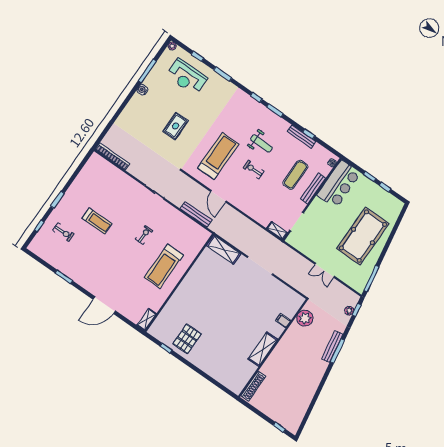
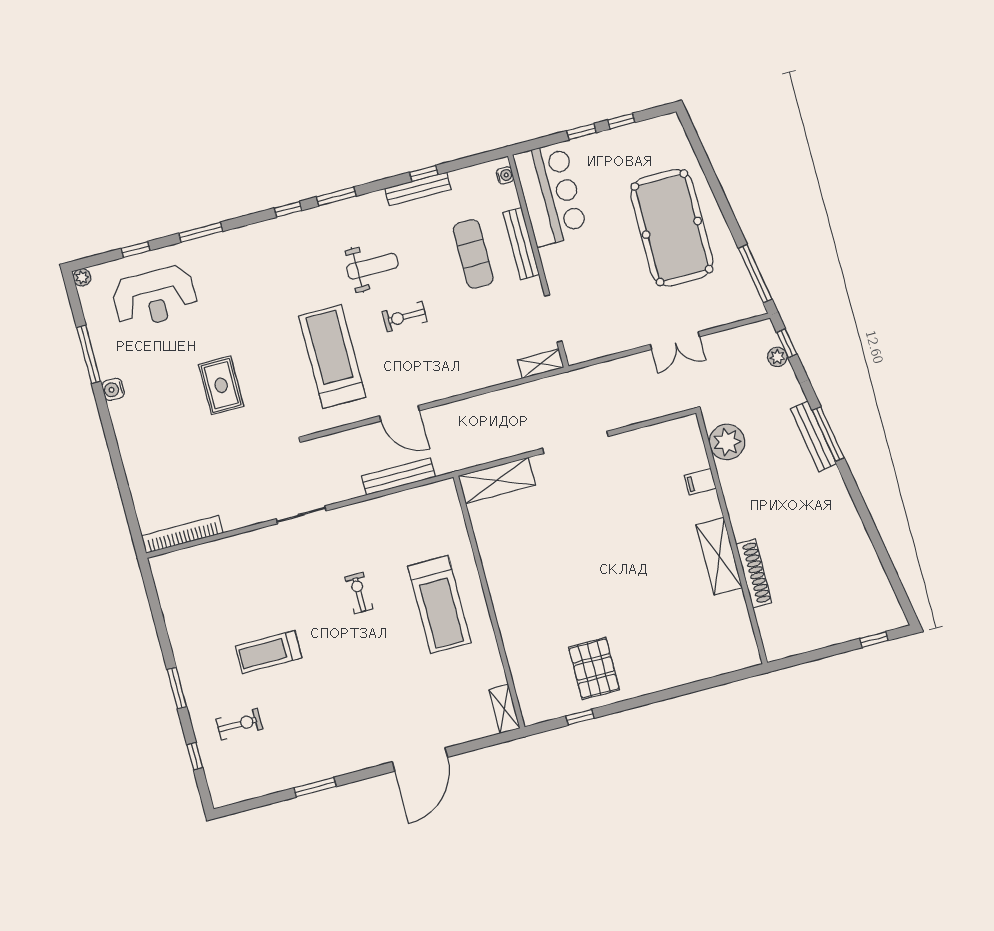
treadmill: (97, 221) -> (269, 652), turned 180
shoe rack: (253, 386) -> (754, 573), moved

